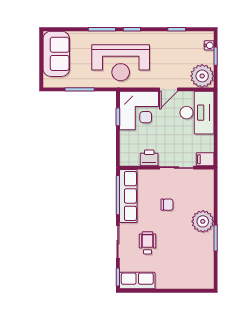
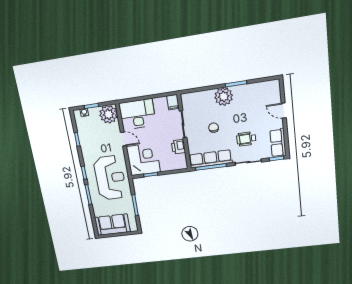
door: (176, 291) -> (284, 111), added

